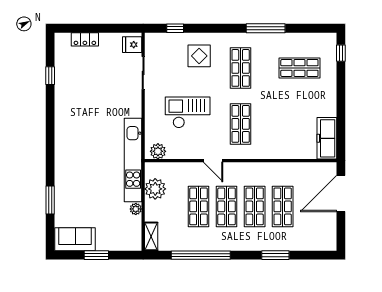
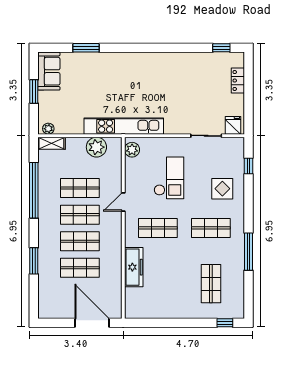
window: (50, 76) -> (221, 48), moved
freezer: (327, 138) -> (134, 267), moved, turned 90
plant: (136, 209) -> (48, 129), moved

